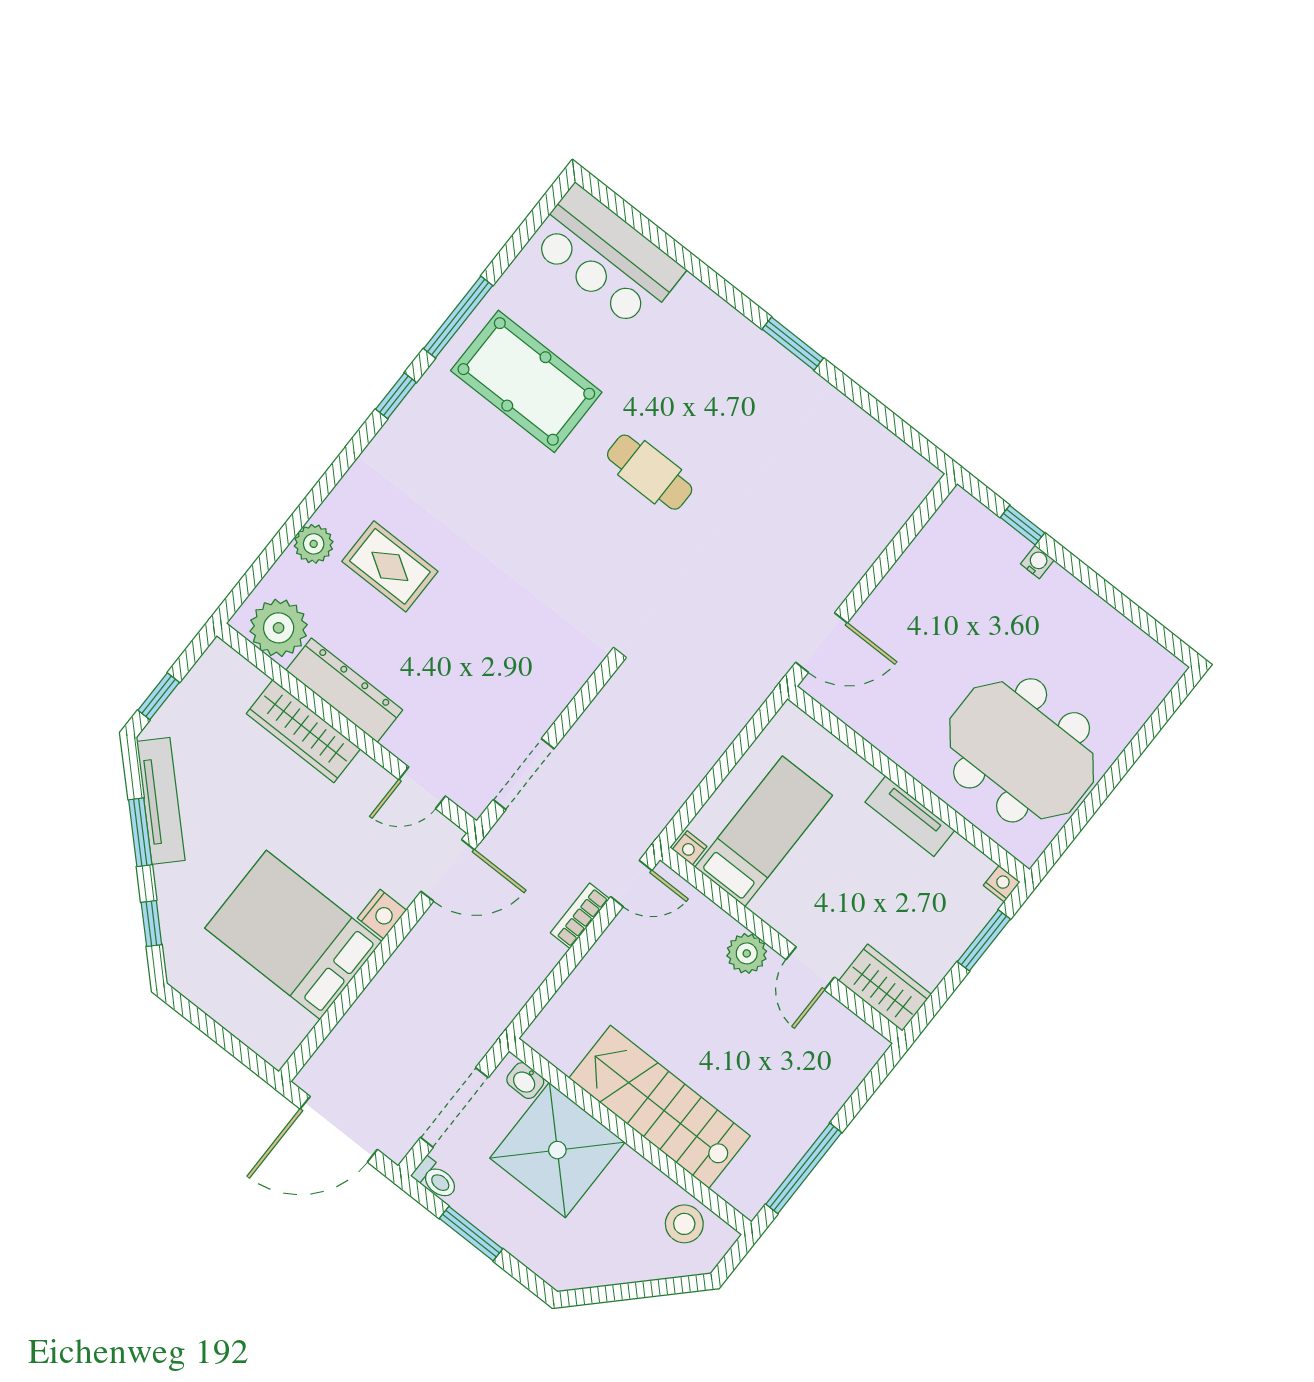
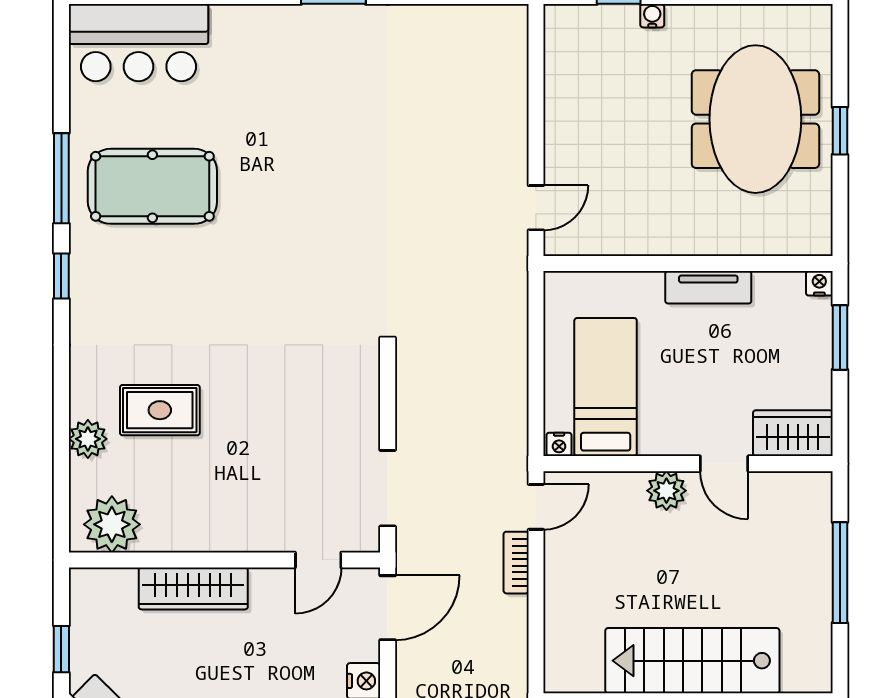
cafe table: (650, 472) -> (302, 181), removed
door: (822, 643) -> (536, 208), width x0.73
dresser: (344, 690) -> (200, 532), removed
meeting table: (1022, 750) -> (755, 119), moved, turned 90
window: (1115, 774) -> (840, 131), added
window: (804, 1168) -> (840, 573), moved

